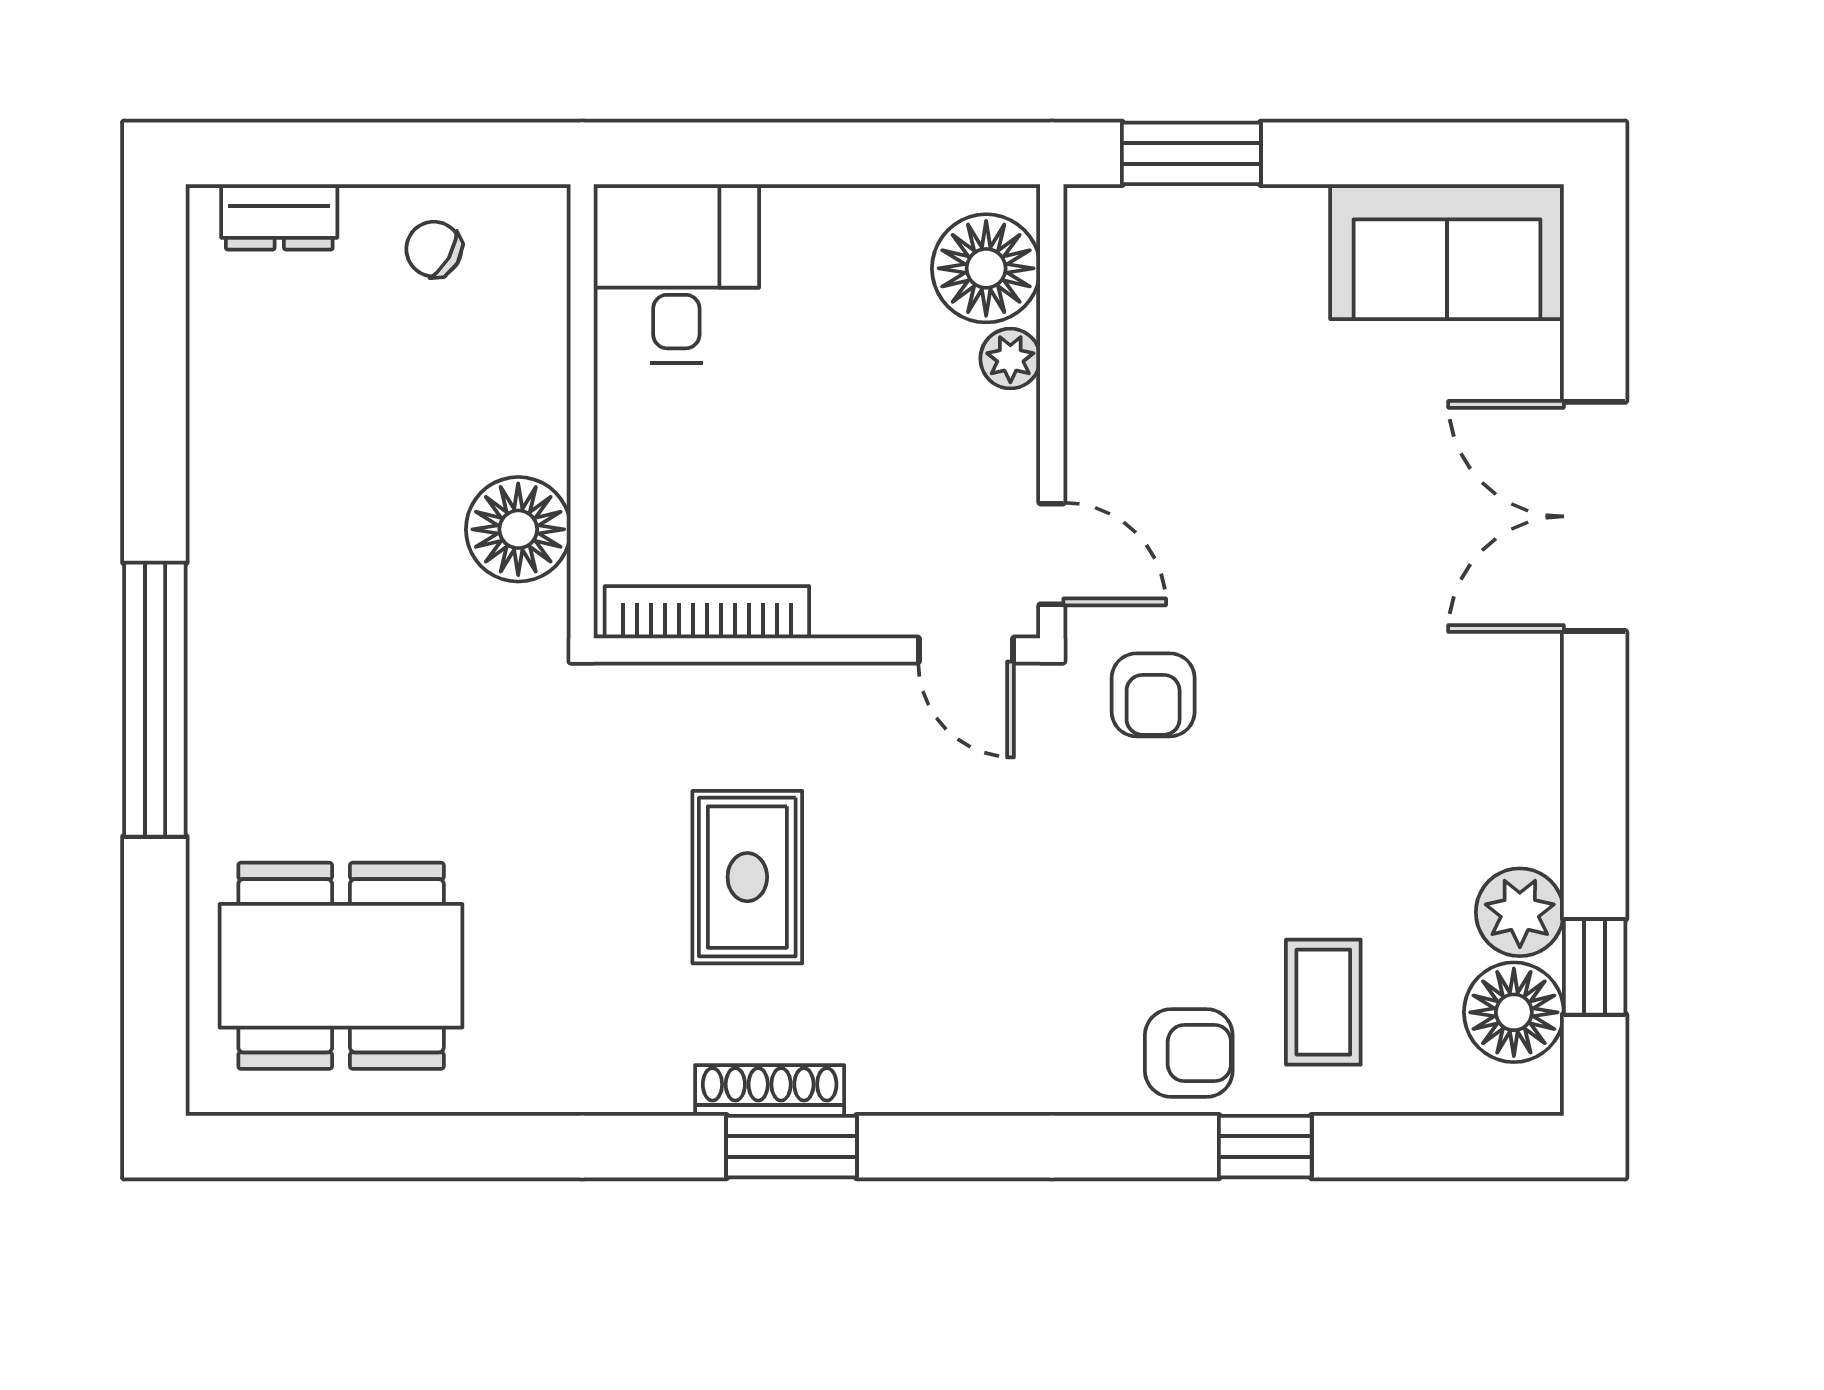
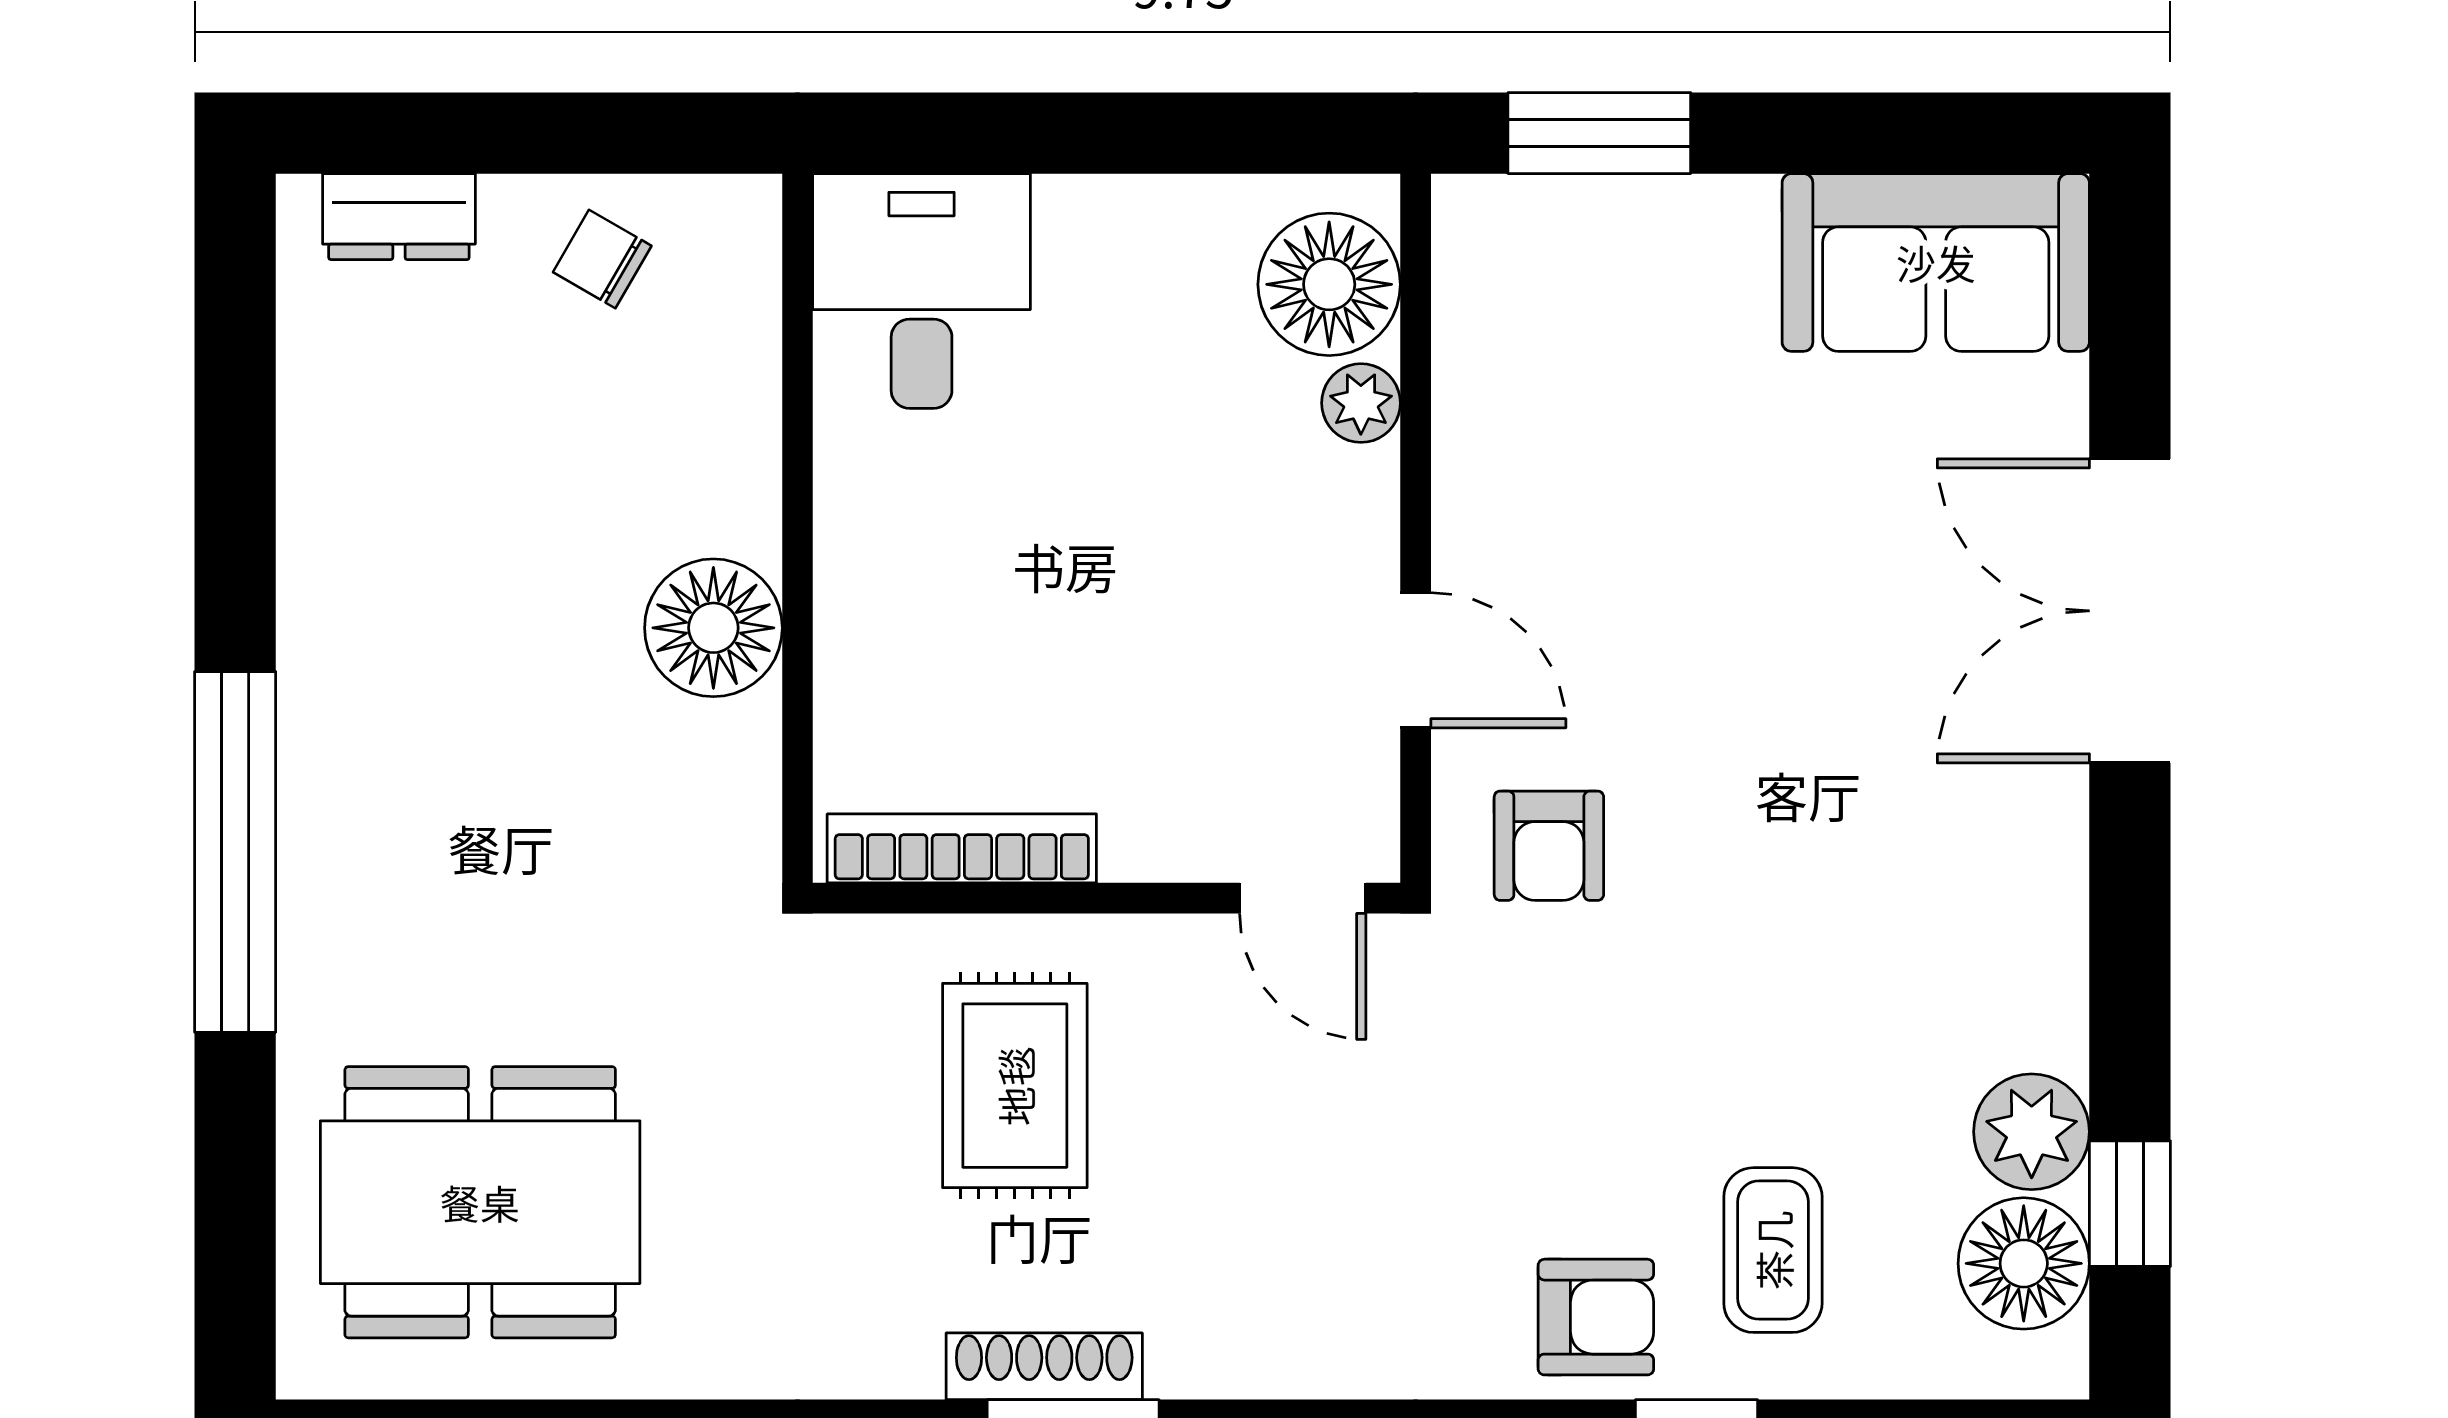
bookcase: (707, 612) -> (962, 848), moved
wall: (817, 650) -> (1107, 898), moved
door: (966, 650) -> (1303, 898), moved

